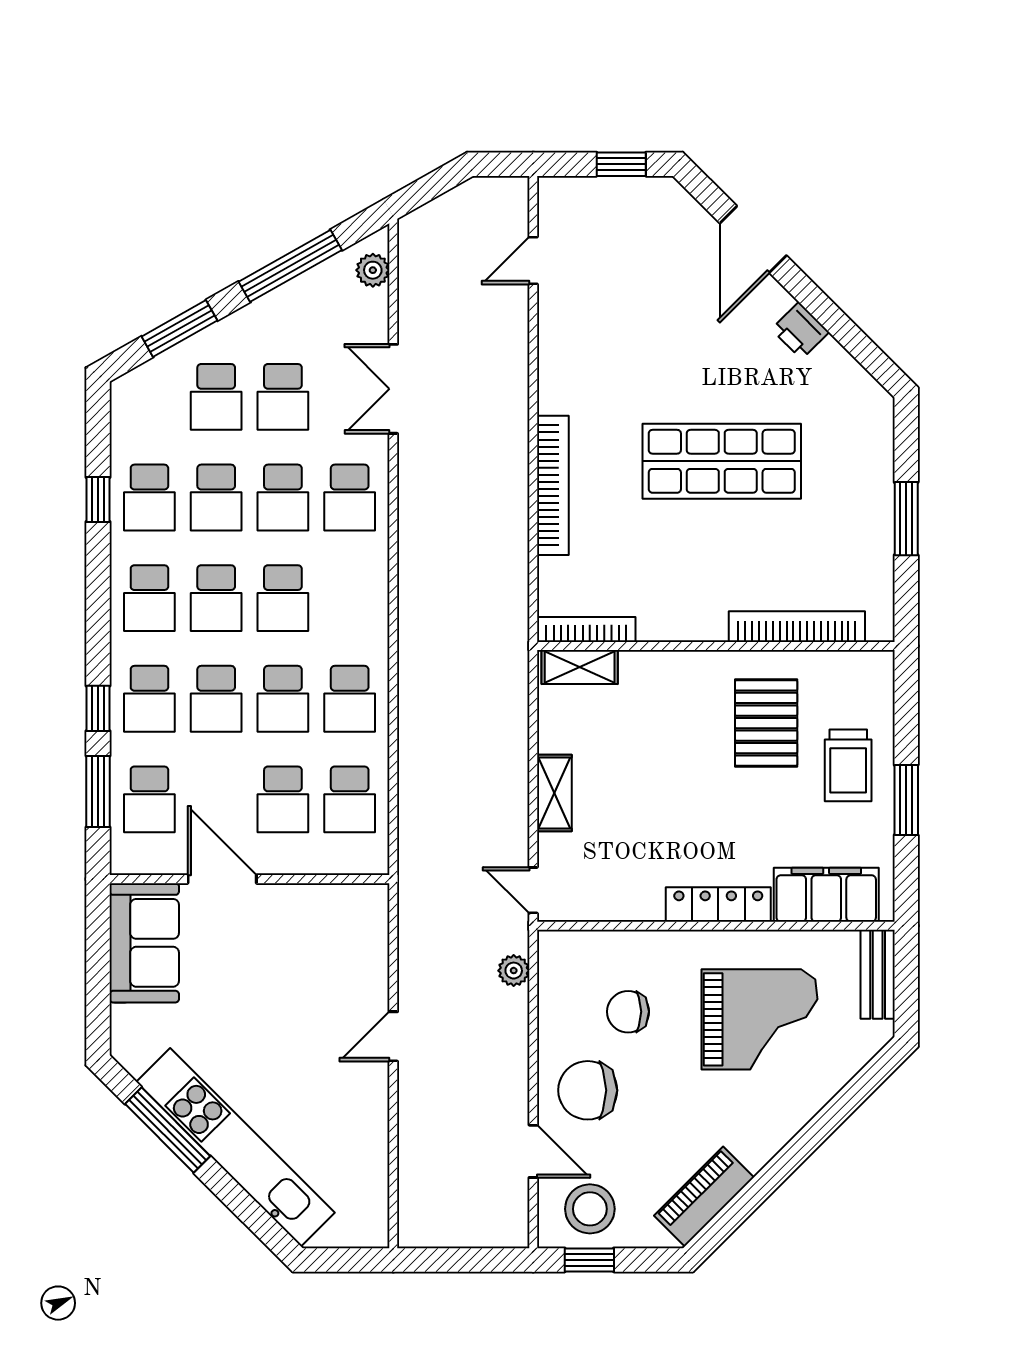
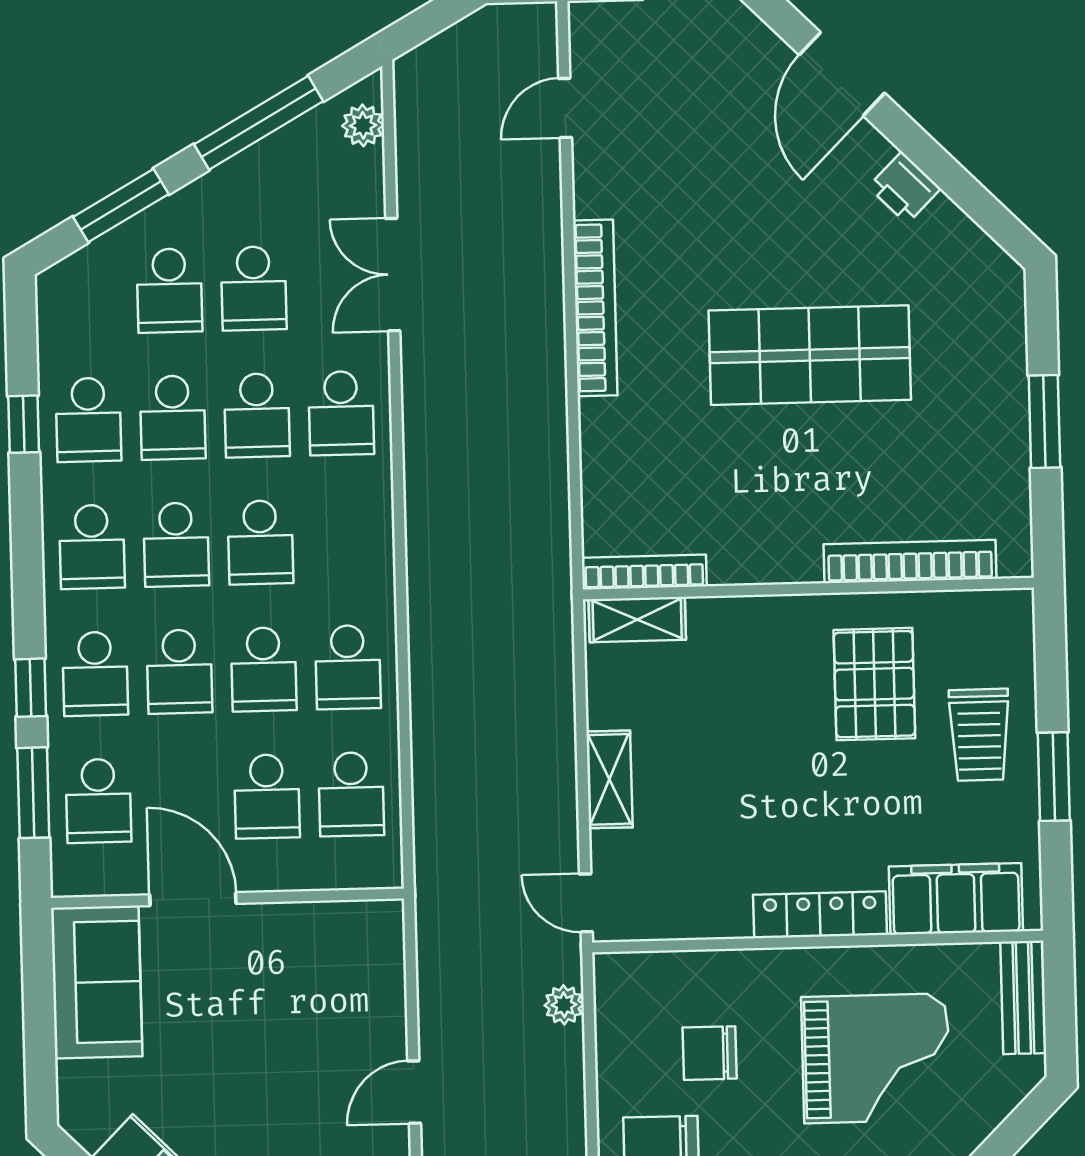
bookcase: (553, 485) -> (595, 308), moved

